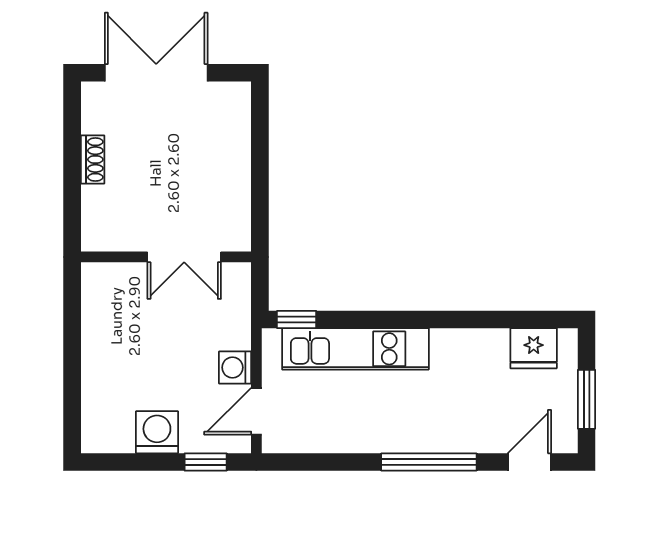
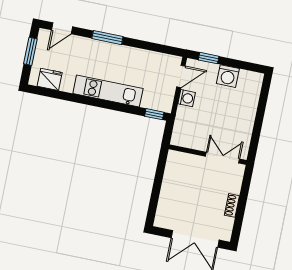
double door: (184, 257) -> (223, 158), moved
kitchen unit: (355, 349) -> (108, 91), moved
window: (429, 462) -> (107, 38), width x0.69

